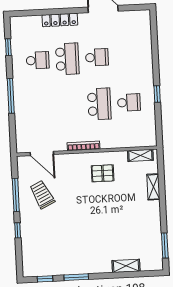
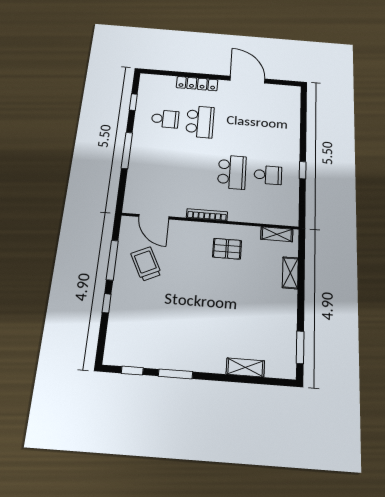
school desk: (97, 57) -> (235, 125), removed

